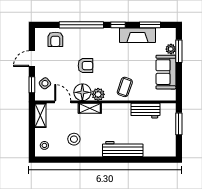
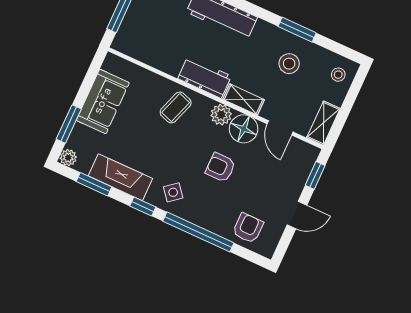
plant: (171, 49) -> (68, 158), moved
side table: (45, 83) -> (173, 192), moved
workbench: (145, 111) -> (205, 77), moved
window: (78, 160) -> (297, 30), added

